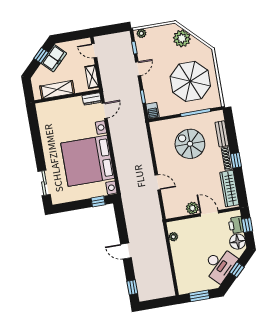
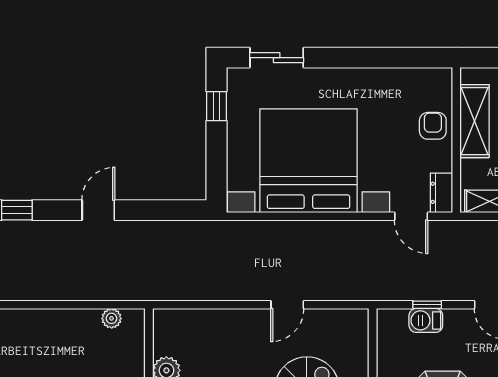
armchair: (62, 108) -> (433, 126), added
barbecue: (152, 111) -> (426, 320), moved
door: (158, 182) -> (287, 305), moved
window: (98, 201) -> (216, 106), moved

